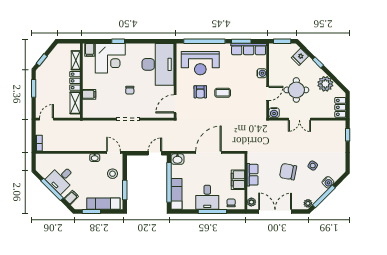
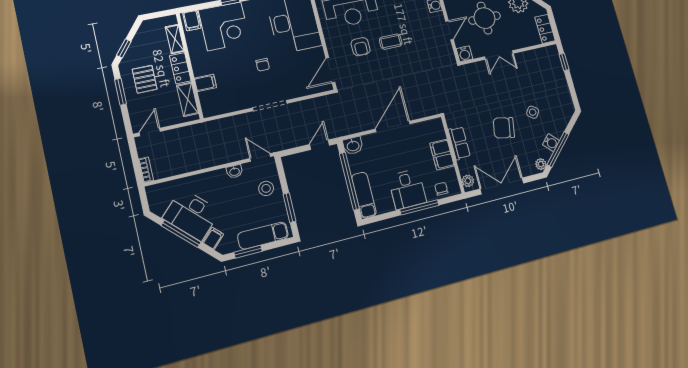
pallet: (51, 83) -> (145, 79), added
desk: (61, 179) -> (191, 215), width x1.37
water cooler: (328, 182) -> (551, 143), moved

